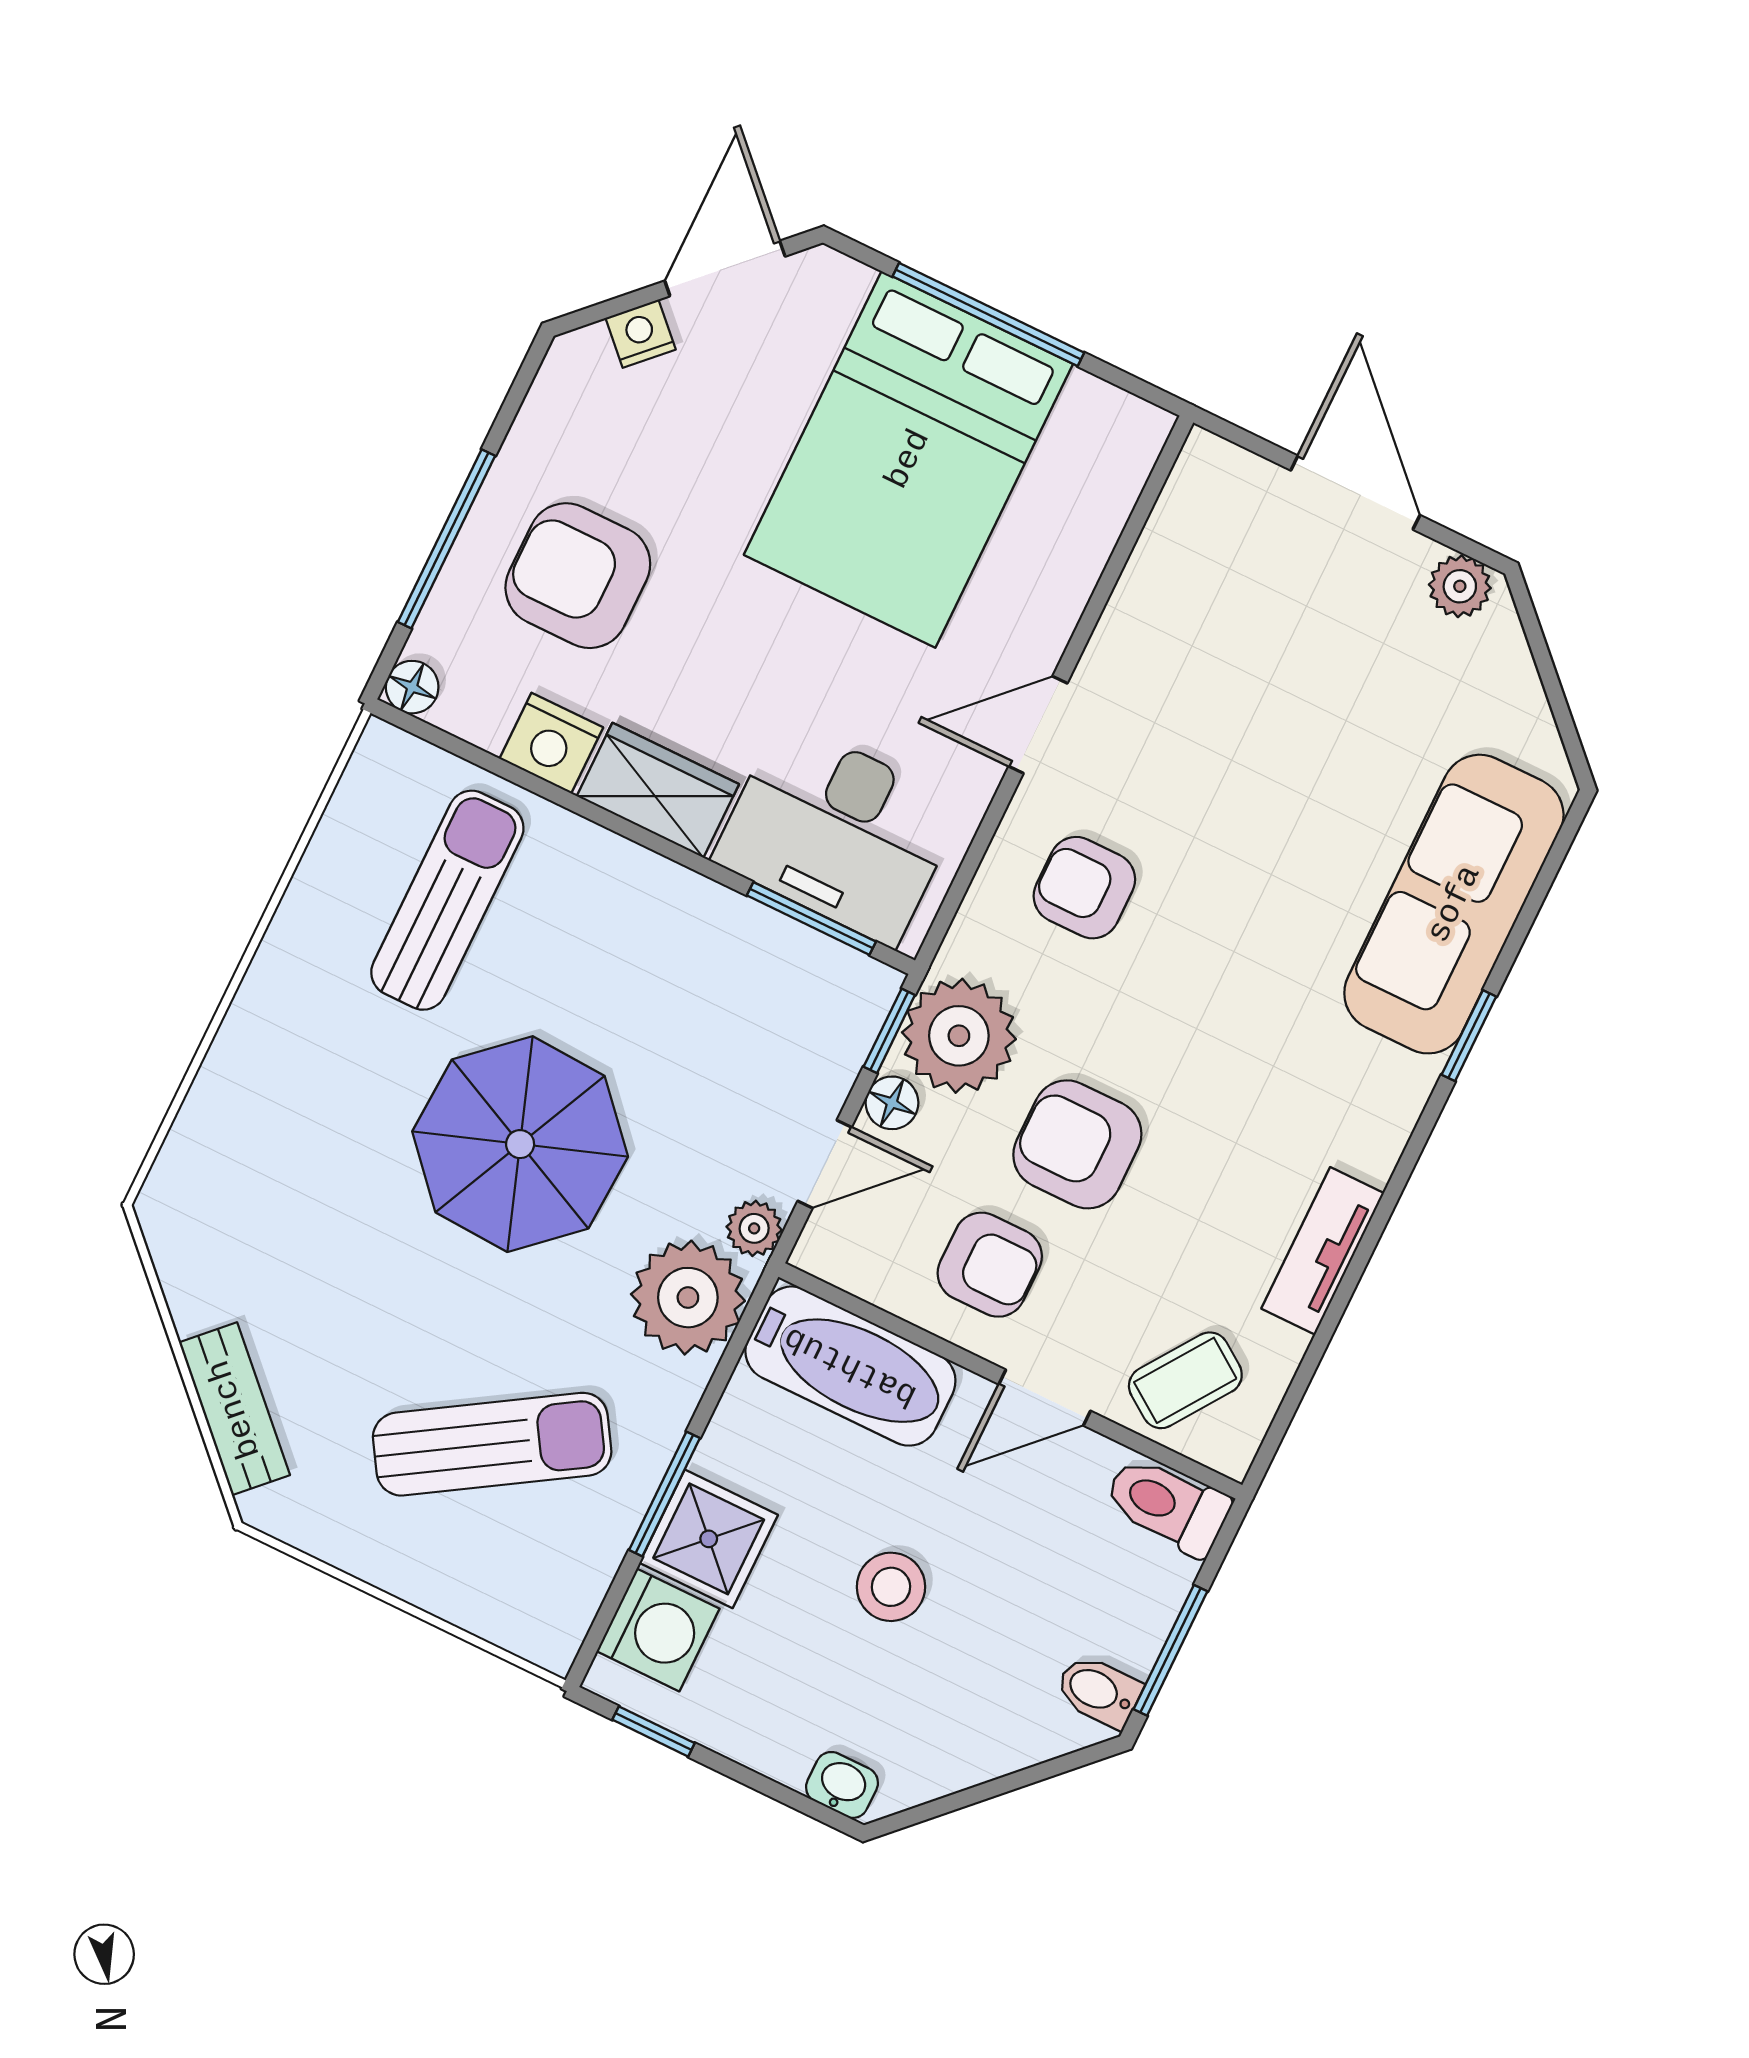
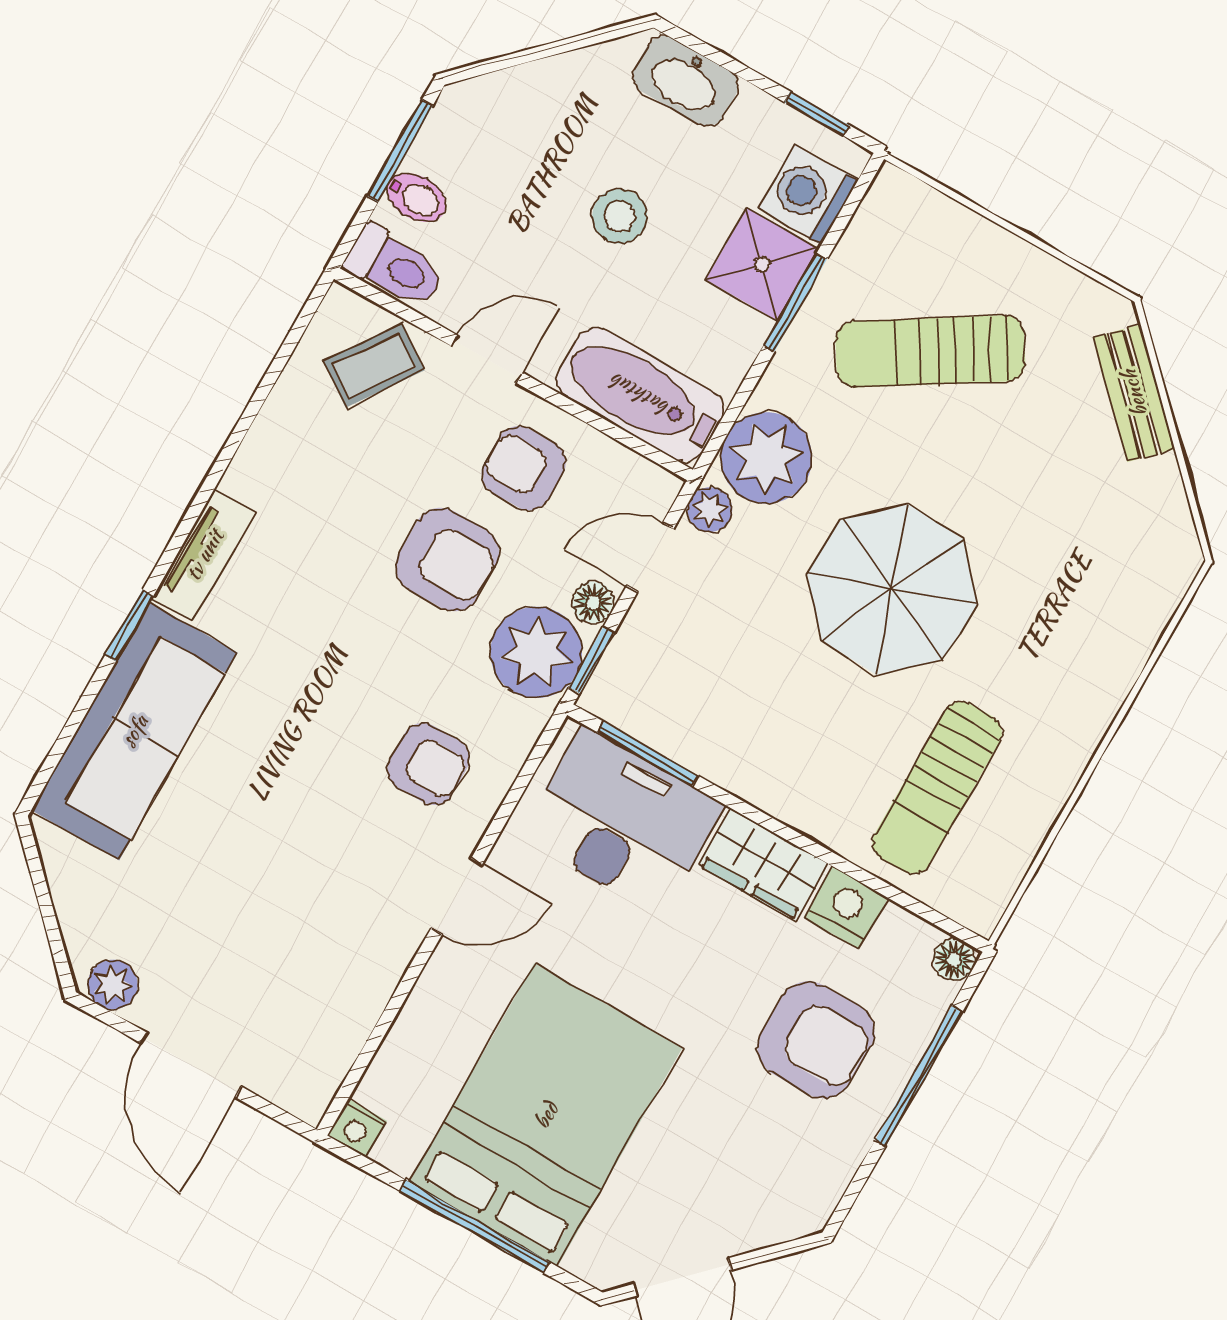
nightstand: (641, 334) -> (357, 1128), moved, turned 45
tv unit: (1323, 1251) -> (204, 555), moved
bidet: (1099, 1691) -> (416, 198), moved
washbasin: (842, 1785) -> (685, 81), width x1.91, depth x1.45

